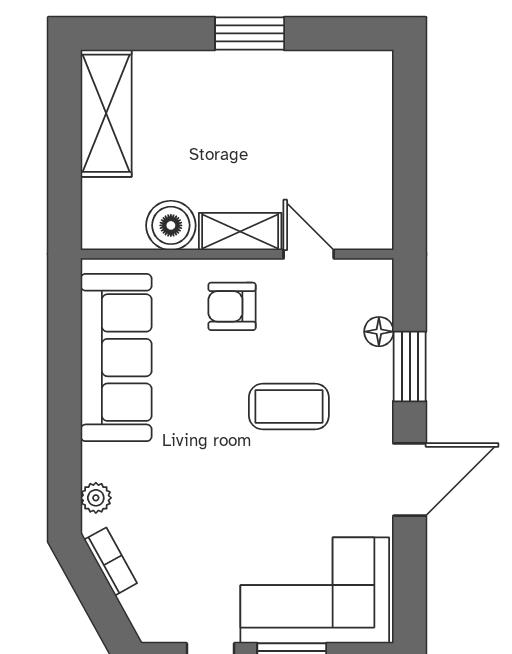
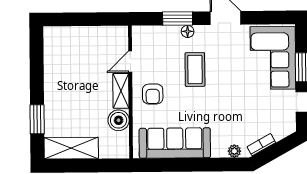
window: (250, 33) -> (37, 119), moved
floor lamp: (379, 332) -> (188, 31), moved

